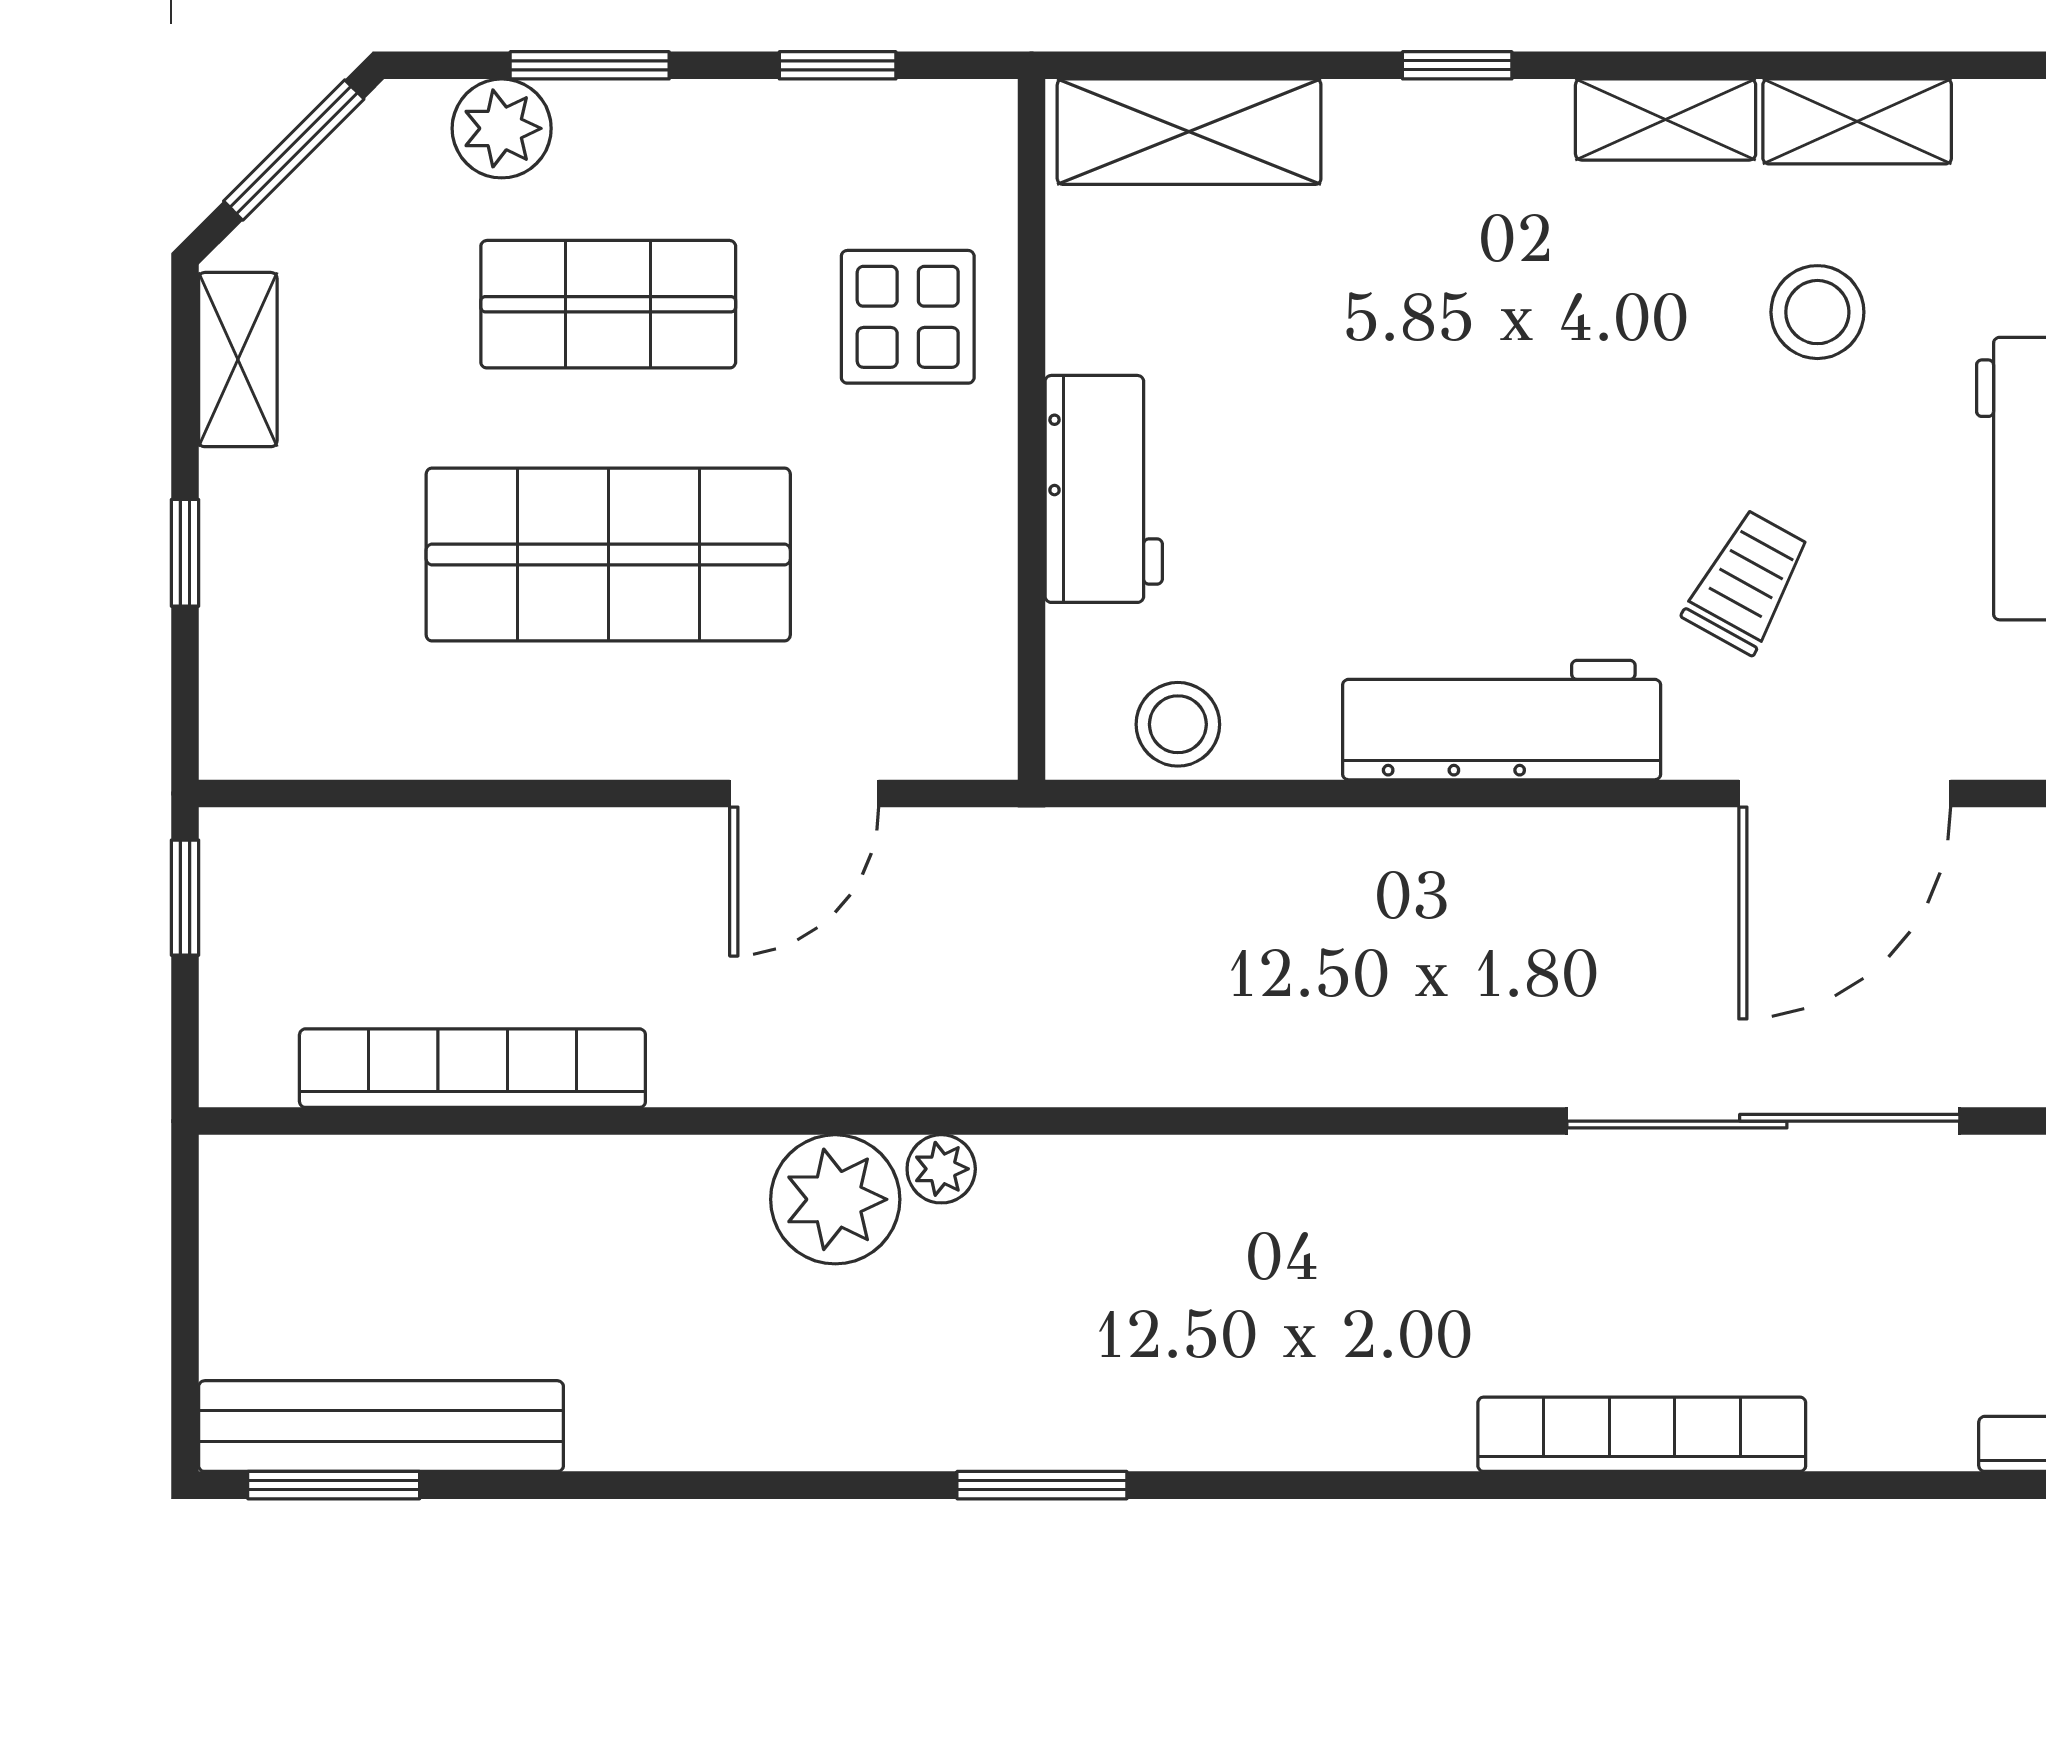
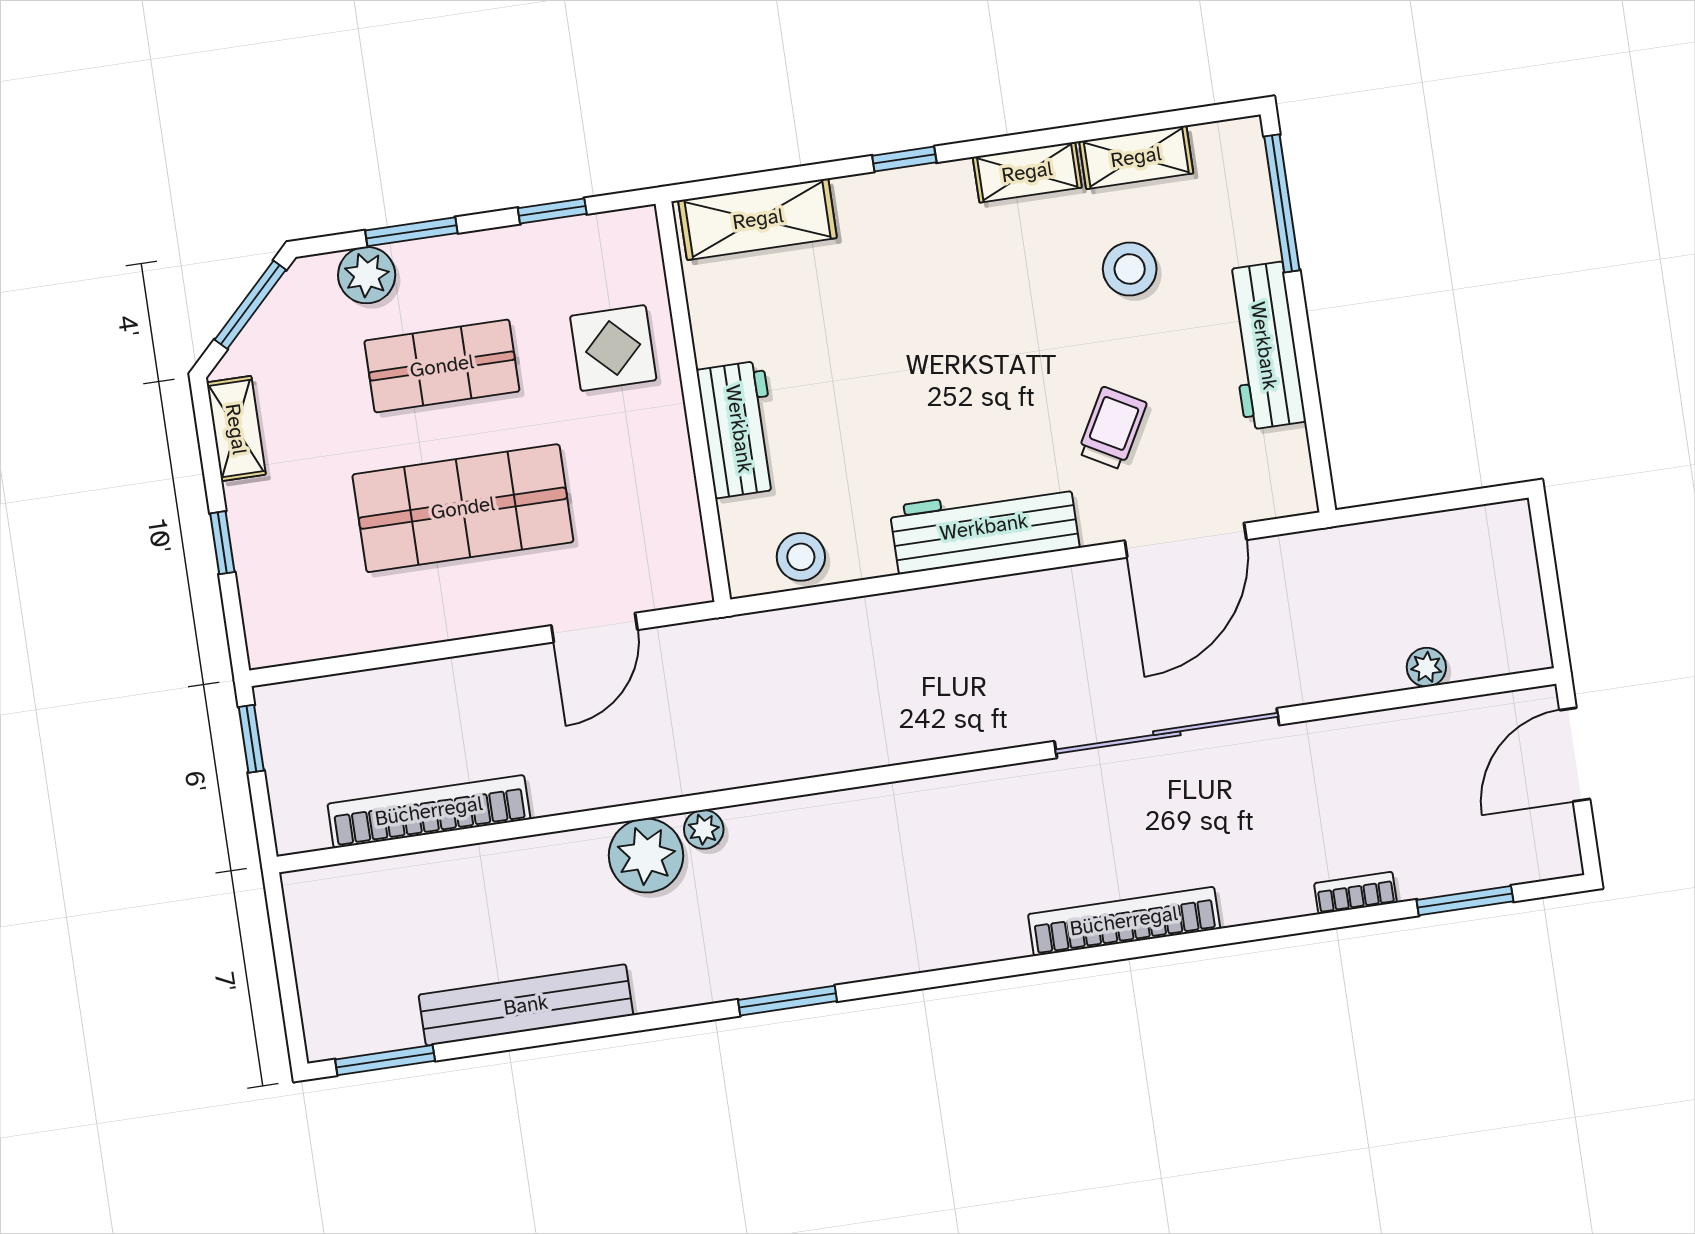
bench: (381, 1426) -> (526, 1005), moved

